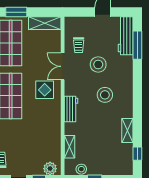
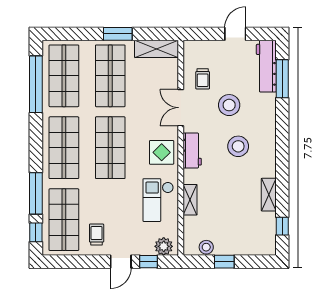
display table: (45, 90) -> (162, 152), moved
workbench: (71, 109) -> (192, 150), moved
checkout: (46, 134) -> (158, 200), added
shelving: (69, 147) -> (190, 200), moved

